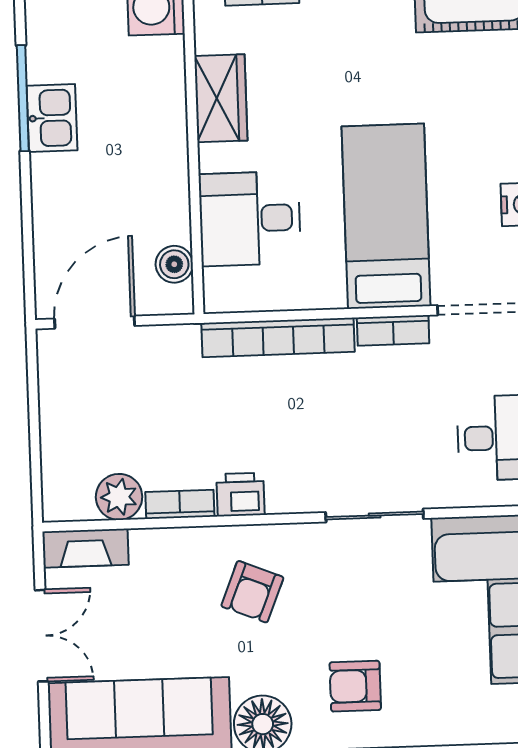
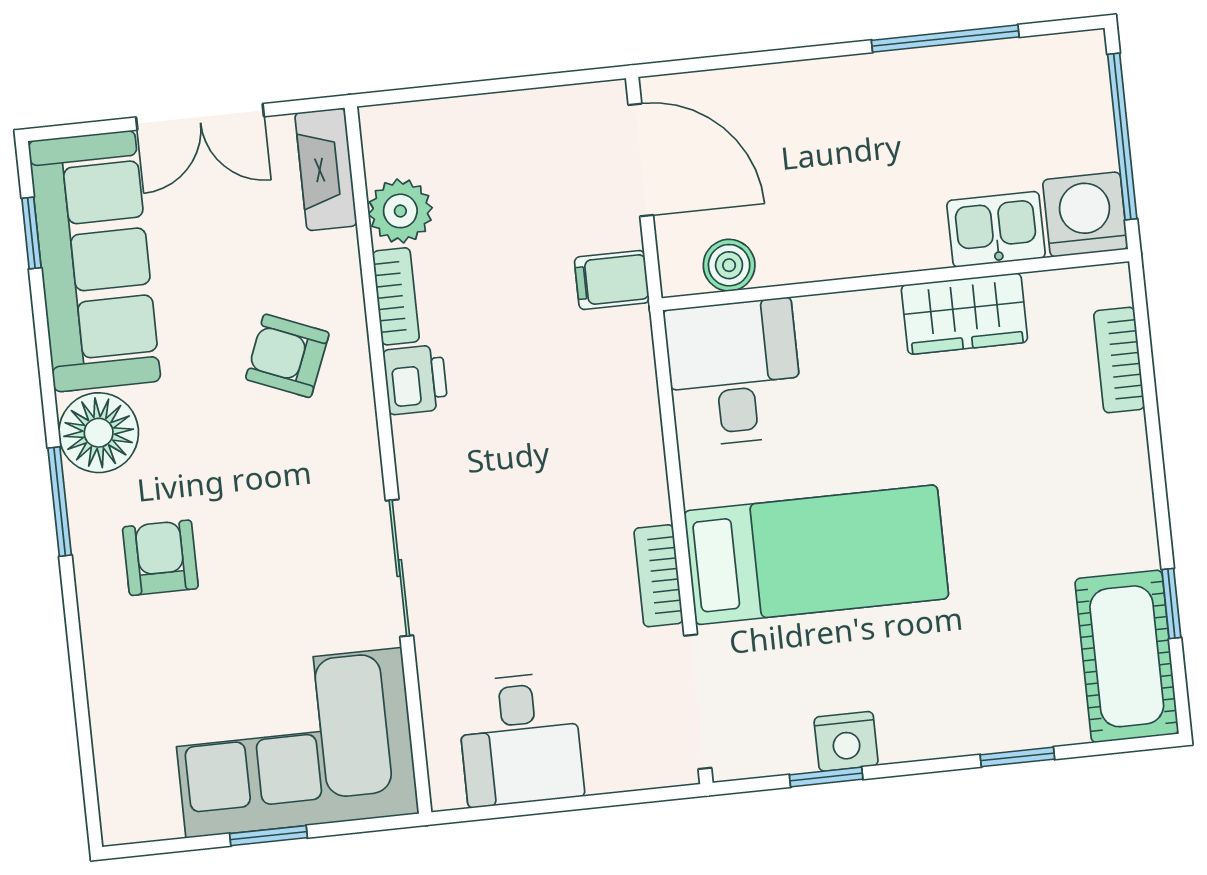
kitchen sink: (52, 118) -> (996, 229), moved, turned 180
desk: (250, 219) -> (734, 373), moved
bookcase: (278, 337) -> (638, 417), removed
filing cabinet: (179, 349) -> (612, 280), added
armchair: (252, 592) -> (287, 356), moved

